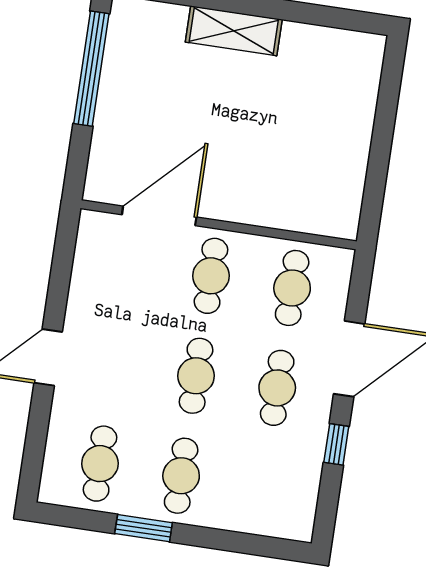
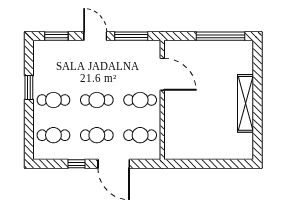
shelving: (234, 31) -> (245, 103), width x1.47
window: (61, 274) -> (131, 36), added
window: (35, 447) -> (56, 36), added
cafe table: (100, 464) -> (53, 135), moved

